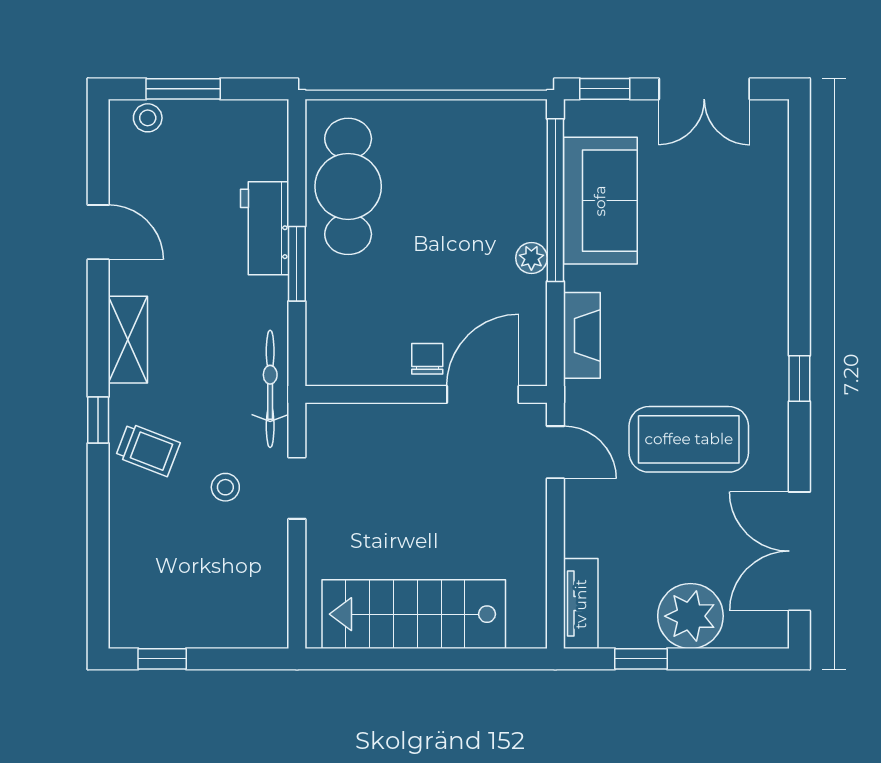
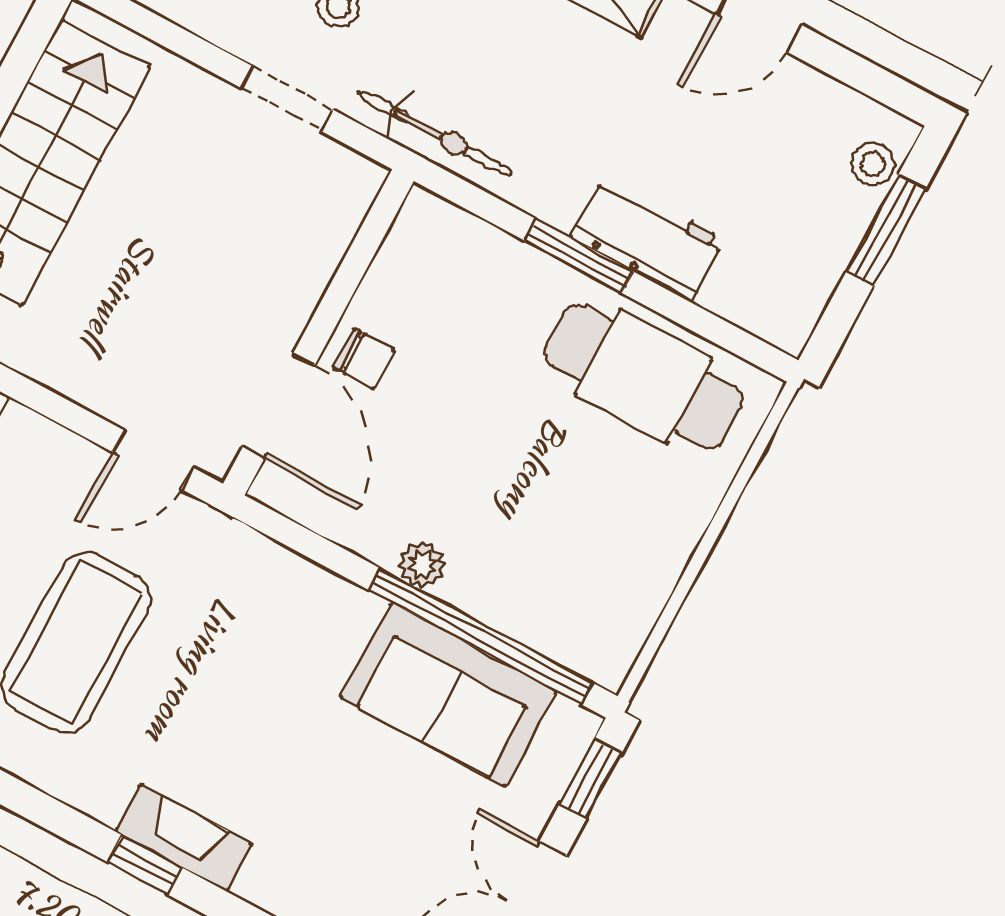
fireplace: (582, 335) -> (183, 838), moved, turned 180
window: (799, 378) -> (145, 865), moved

